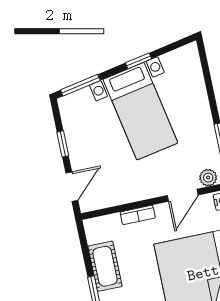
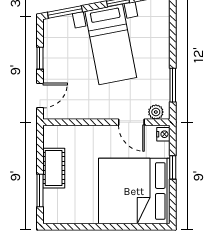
door: (183, 195) -> (131, 122), hinge flipped
bookcase: (138, 215) -> (90, 131), removed

